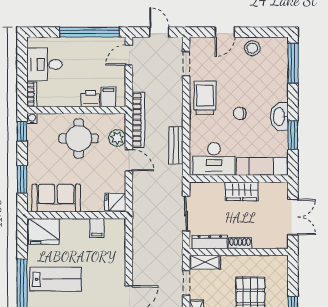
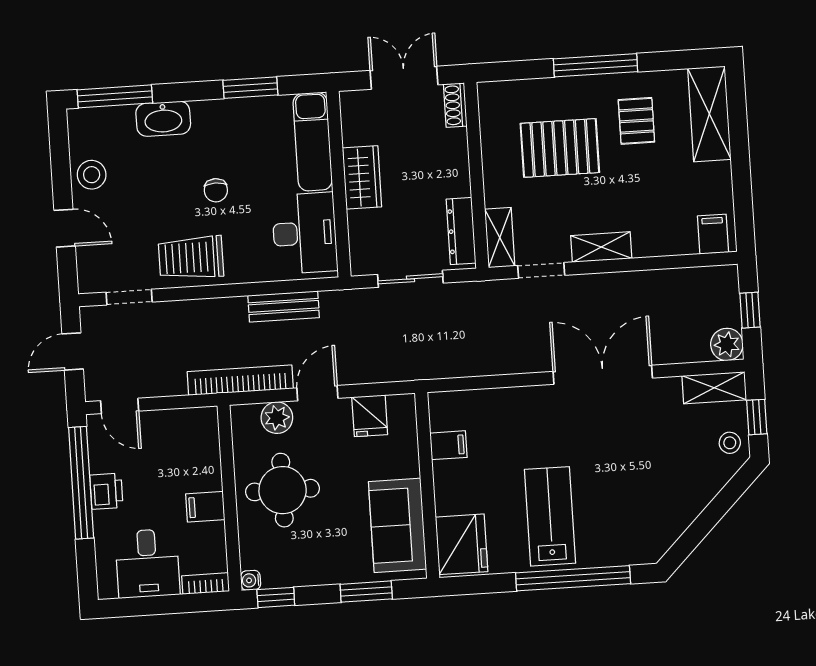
filing cabinet: (108, 97) -> (205, 507), moved
printer: (91, 99) -> (106, 491), moved, turned 180
washbasin: (279, 117) -> (163, 119), moved
fridge: (115, 202) -> (370, 416), moved
shoe rack: (240, 243) -> (455, 105), moved

